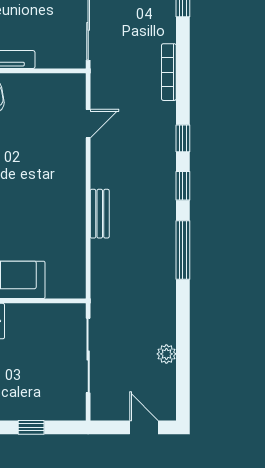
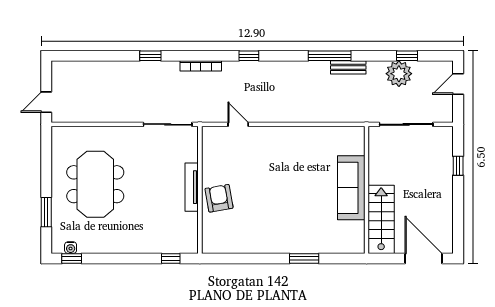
window: (183, 186) -> (407, 56), moved
bench: (100, 214) -> (348, 67), moved
plant: (166, 354) -> (399, 74), width x1.87, depth x1.87

